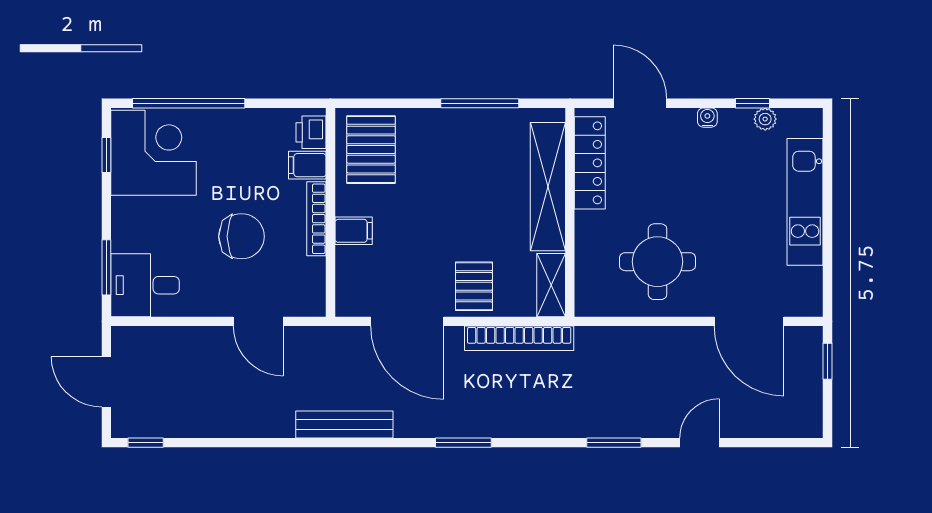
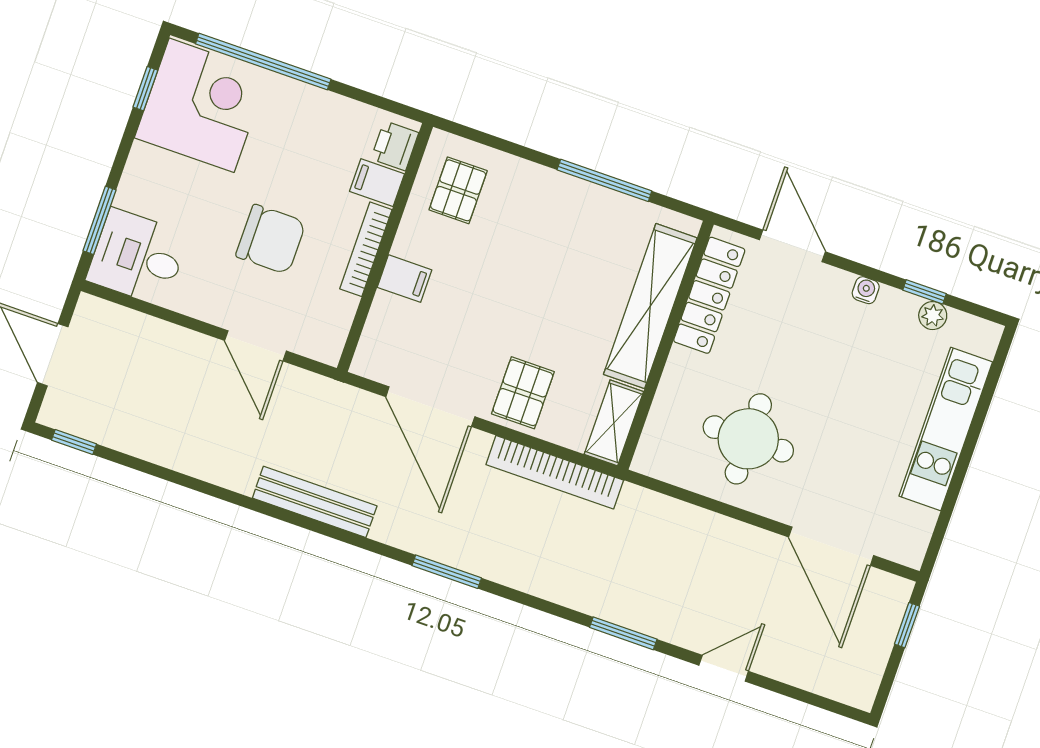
pallet: (371, 150) -> (458, 190), width x0.67, depth x0.71

